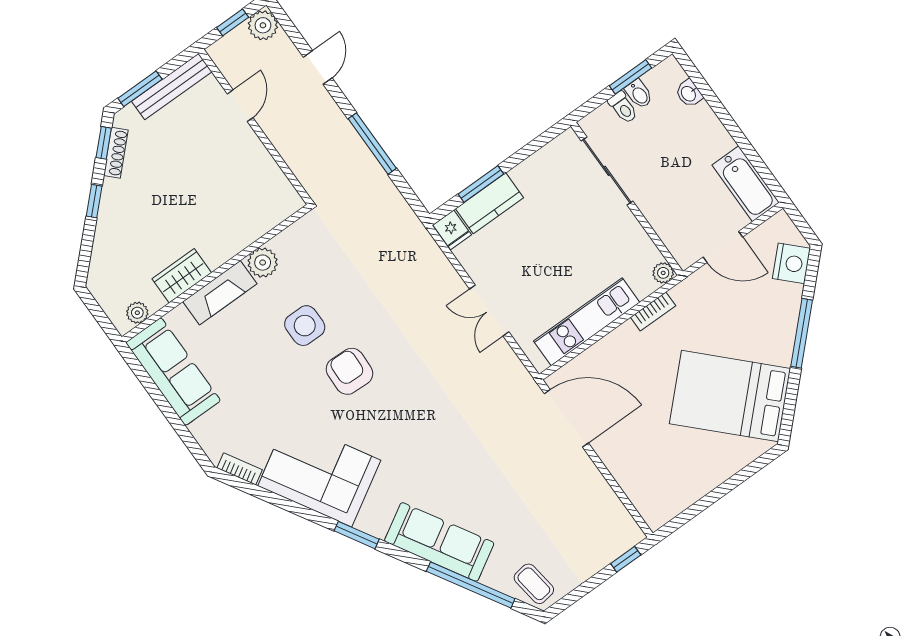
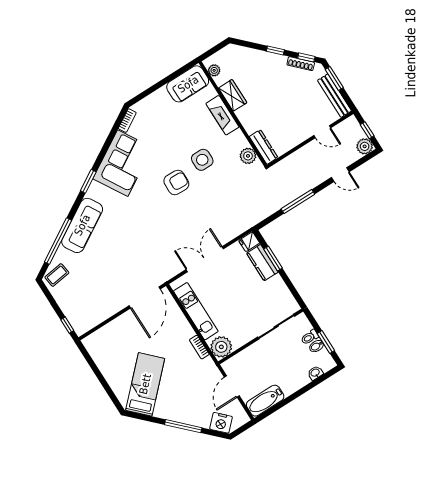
dresser: (275, 213) -> (264, 147), added
plant: (263, 263) -> (248, 156), moved
plant: (663, 273) -> (221, 347), width x1.87, depth x1.87
double door: (489, 310) -> (205, 259), width x1.37
sofa: (173, 372) -> (188, 84), width x0.73
bed: (730, 396) -> (145, 384), width x0.67

